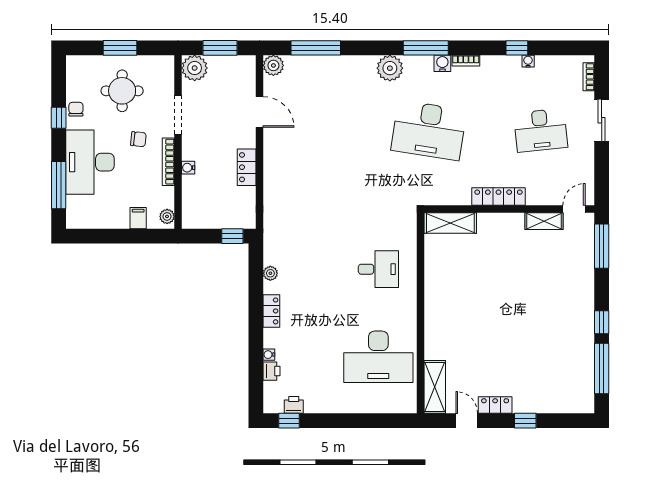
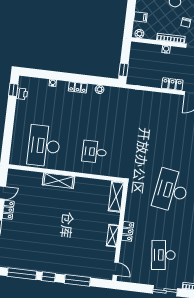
locker: (247, 167) -> (172, 84), moved
locker: (498, 197) -> (127, 231), width x0.66
shelving: (544, 221) -> (113, 236), moved
window: (602, 246) -> (77, 280), moved
desk: (378, 269) -> (94, 152), turned 90
printer: (272, 371) -> (43, 83), removed
shelving: (435, 387) -> (59, 181), moved

